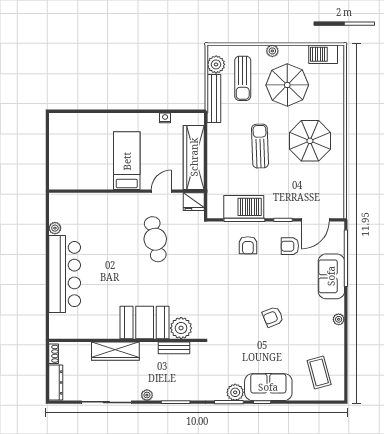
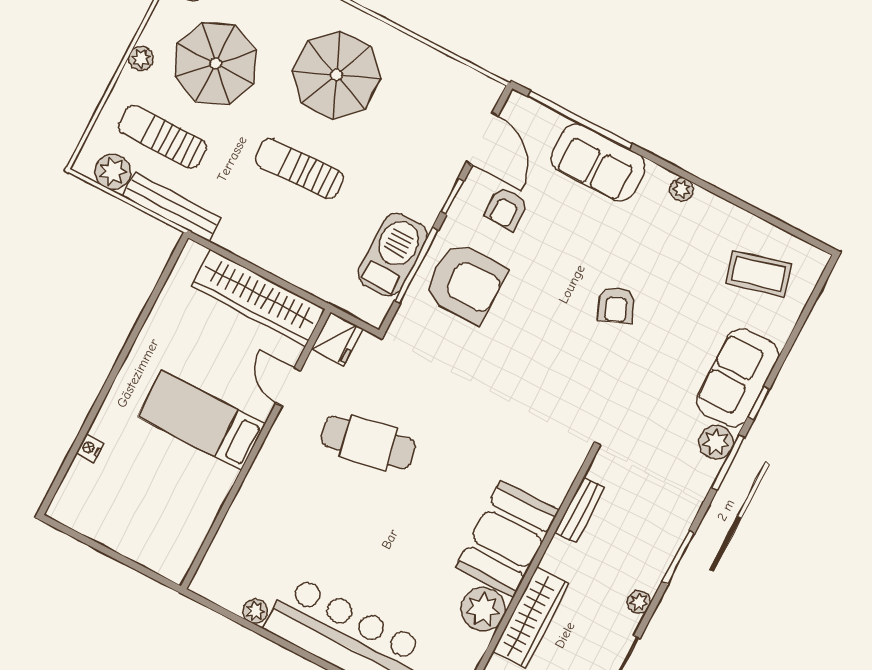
sun lounger: (243, 78) -> (162, 137), turned 180
nightstand: (165, 118) -> (90, 448), moved
armchair: (248, 245) -> (465, 283), width x1.88, depth x1.88
plant: (181, 328) -> (483, 609), moved

